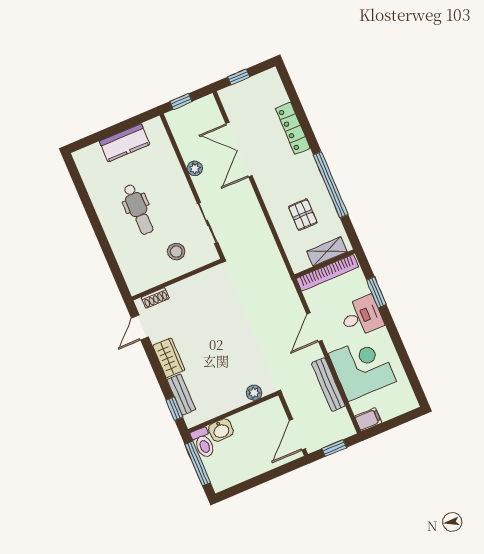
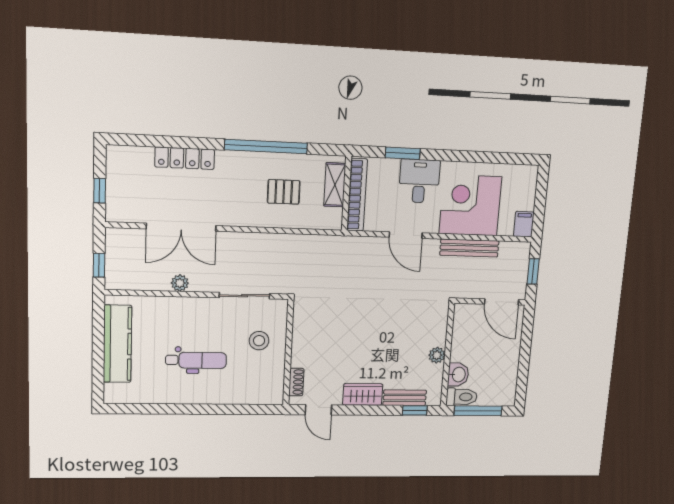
kitchen counter: (125, 143) -> (117, 344), width x1.50
plant: (254, 393) -> (437, 355), moved

